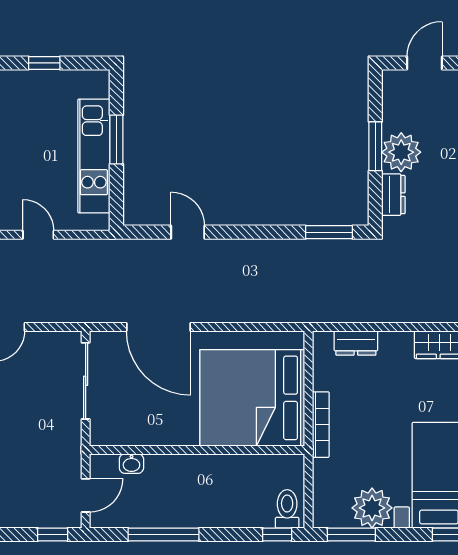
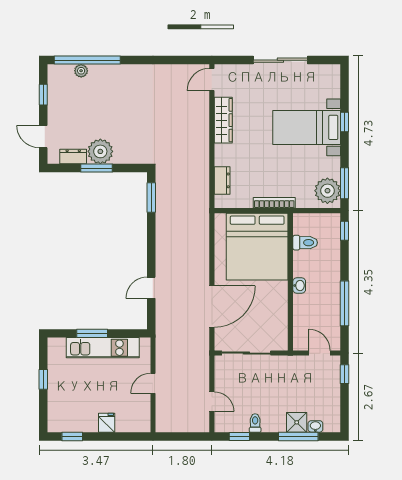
dresser: (393, 195) -> (73, 157), moved
washbasin: (131, 464) -> (299, 286), moved
plant: (372, 508) -> (327, 191), moved
toilet: (287, 509) -> (305, 243), moved, turned 180

